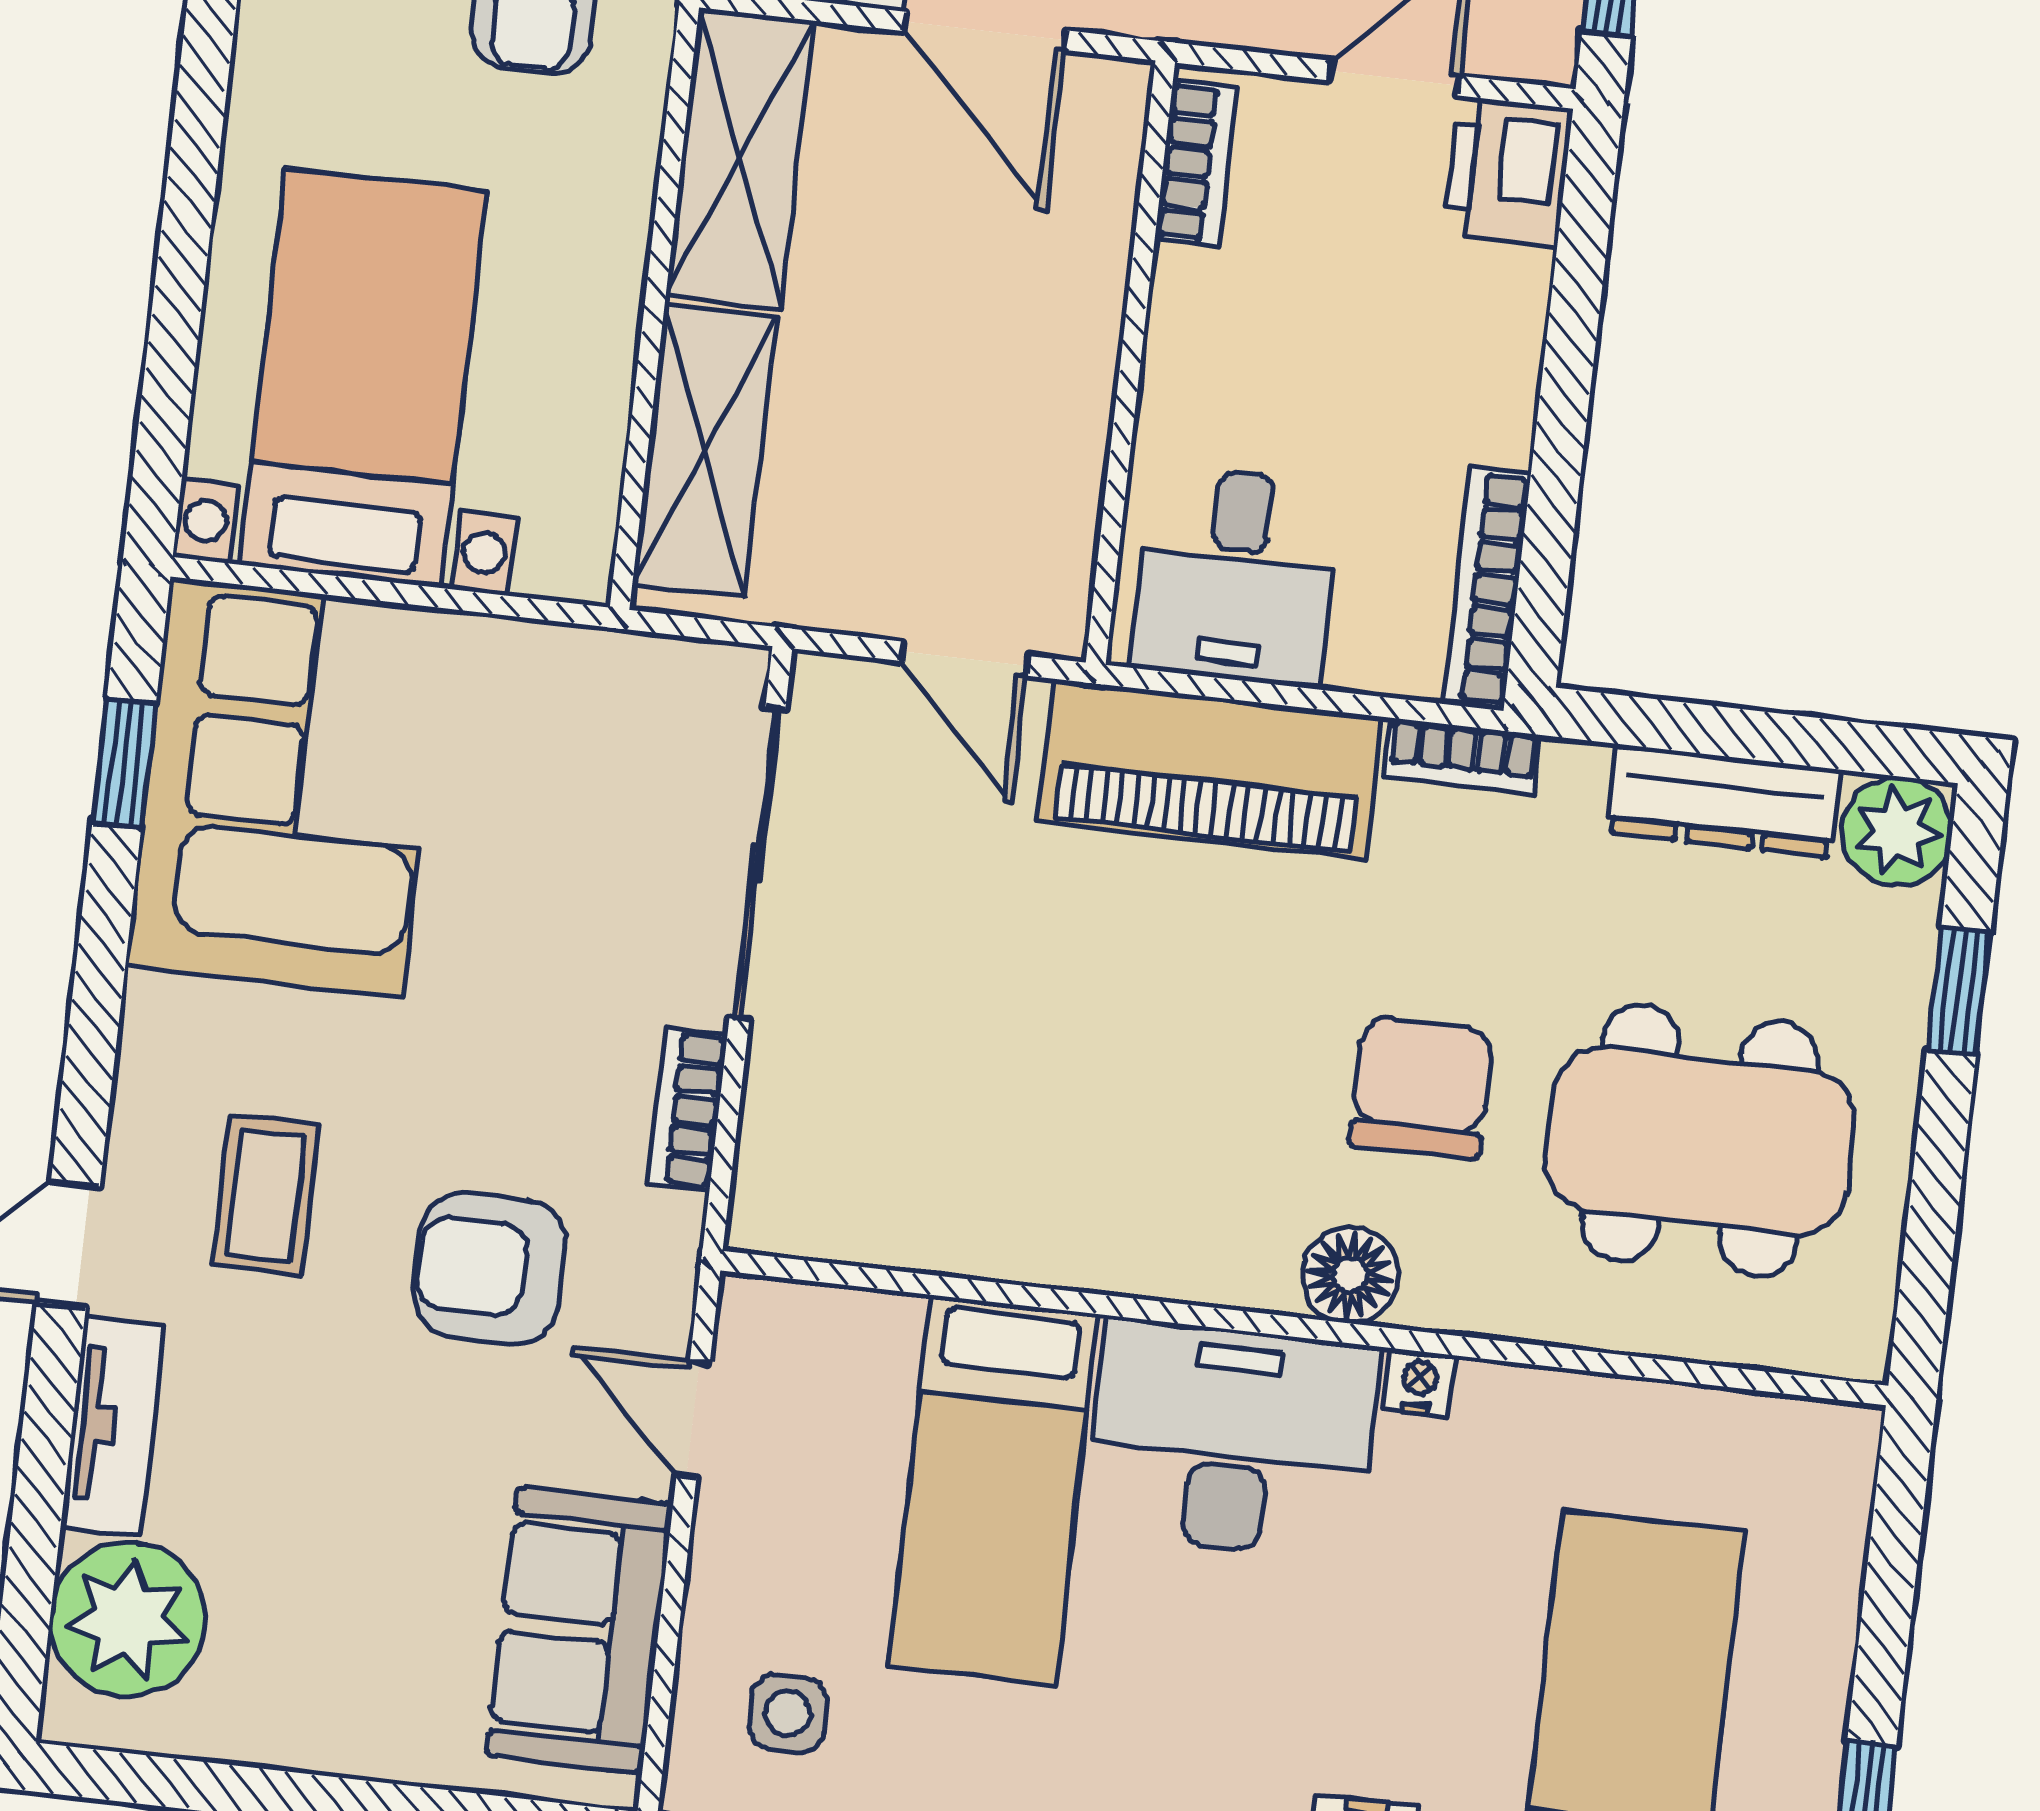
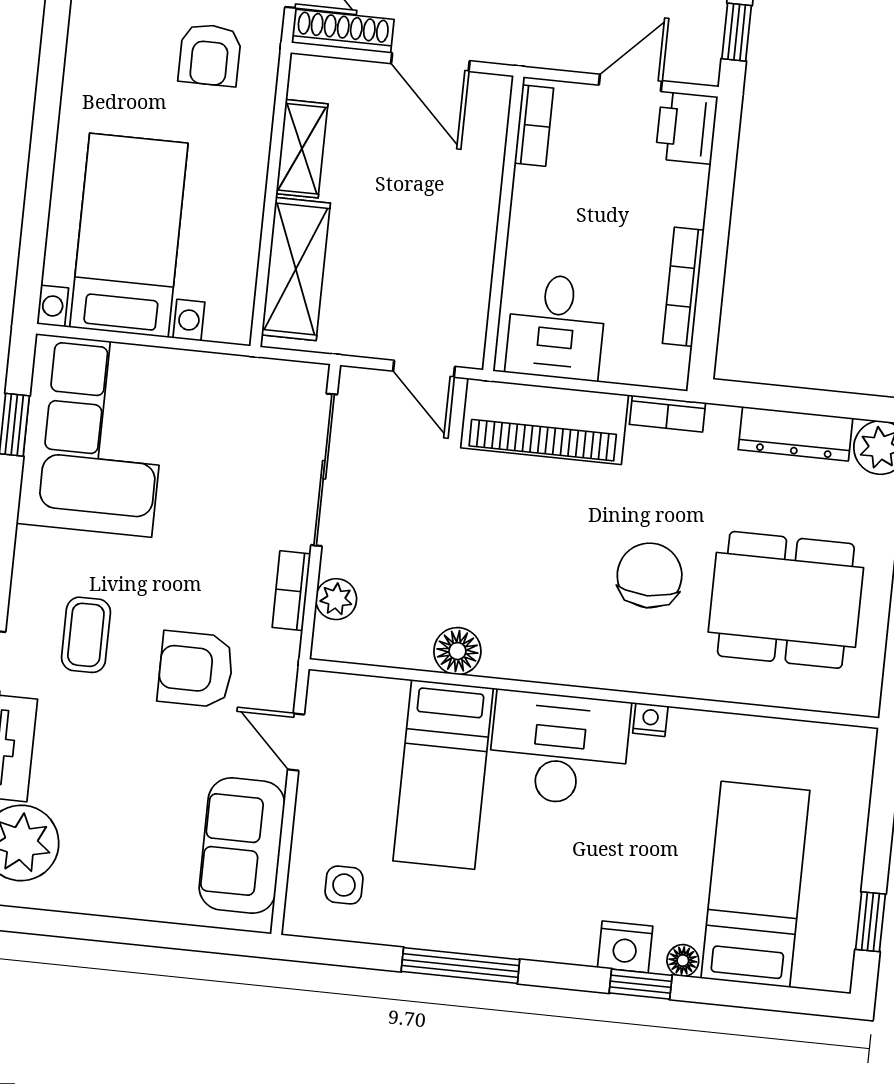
shelving: (740, 158) -> (302, 149), width x0.67, depth x0.75
bookcase: (1487, 589) -> (683, 287), moved
plant: (779, 1128) -> (336, 599), added
floor lamp: (1350, 1275) -> (457, 651), moved

